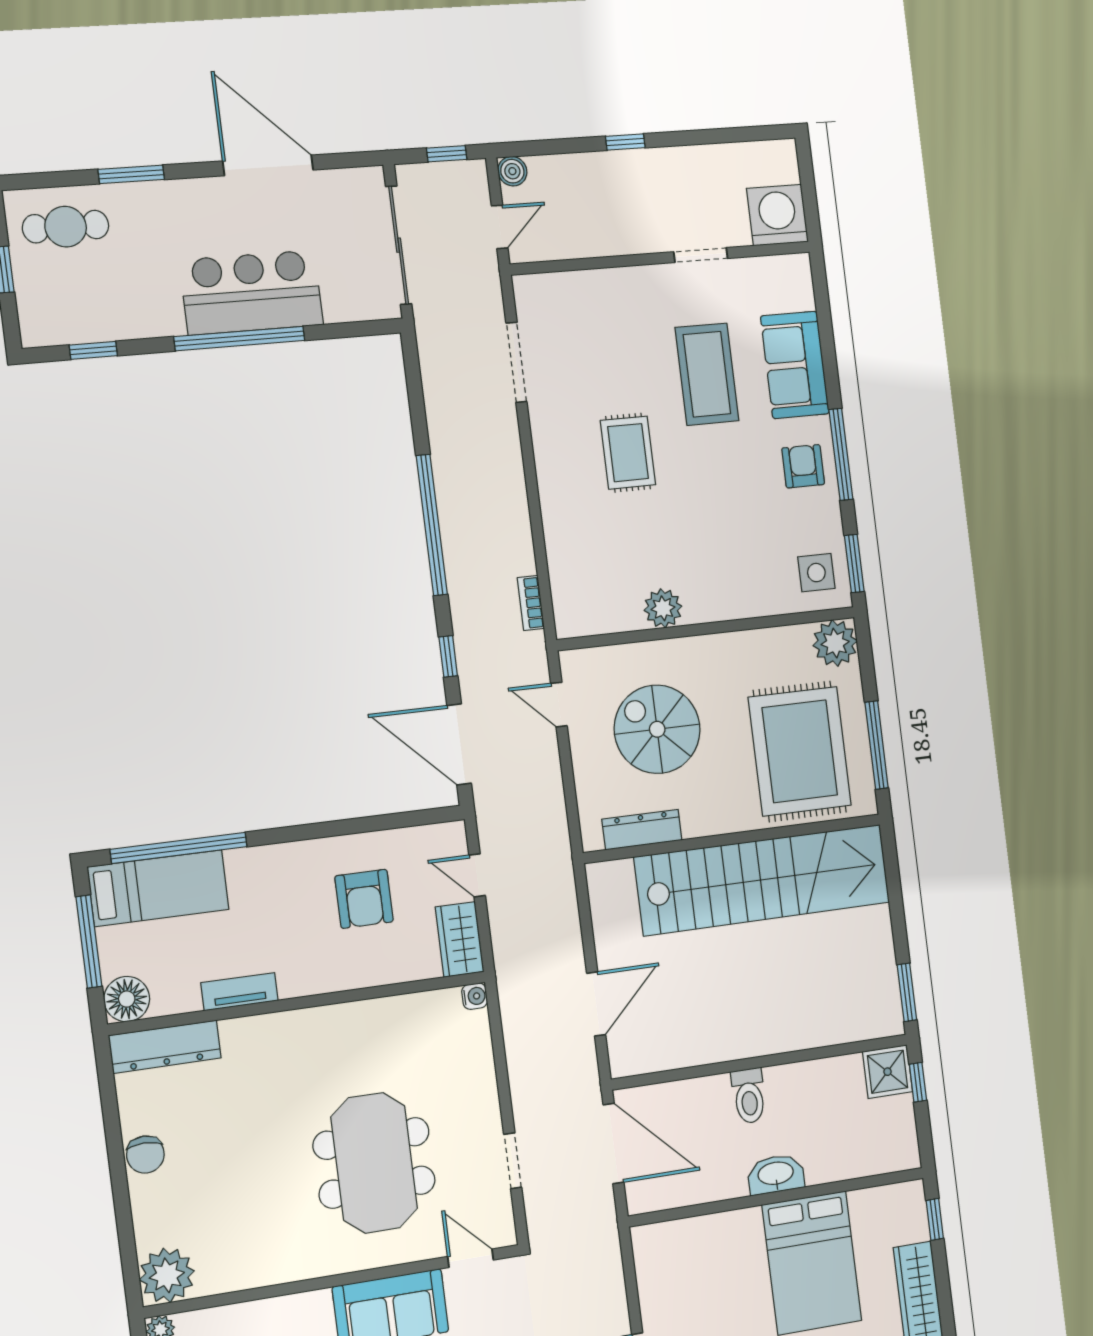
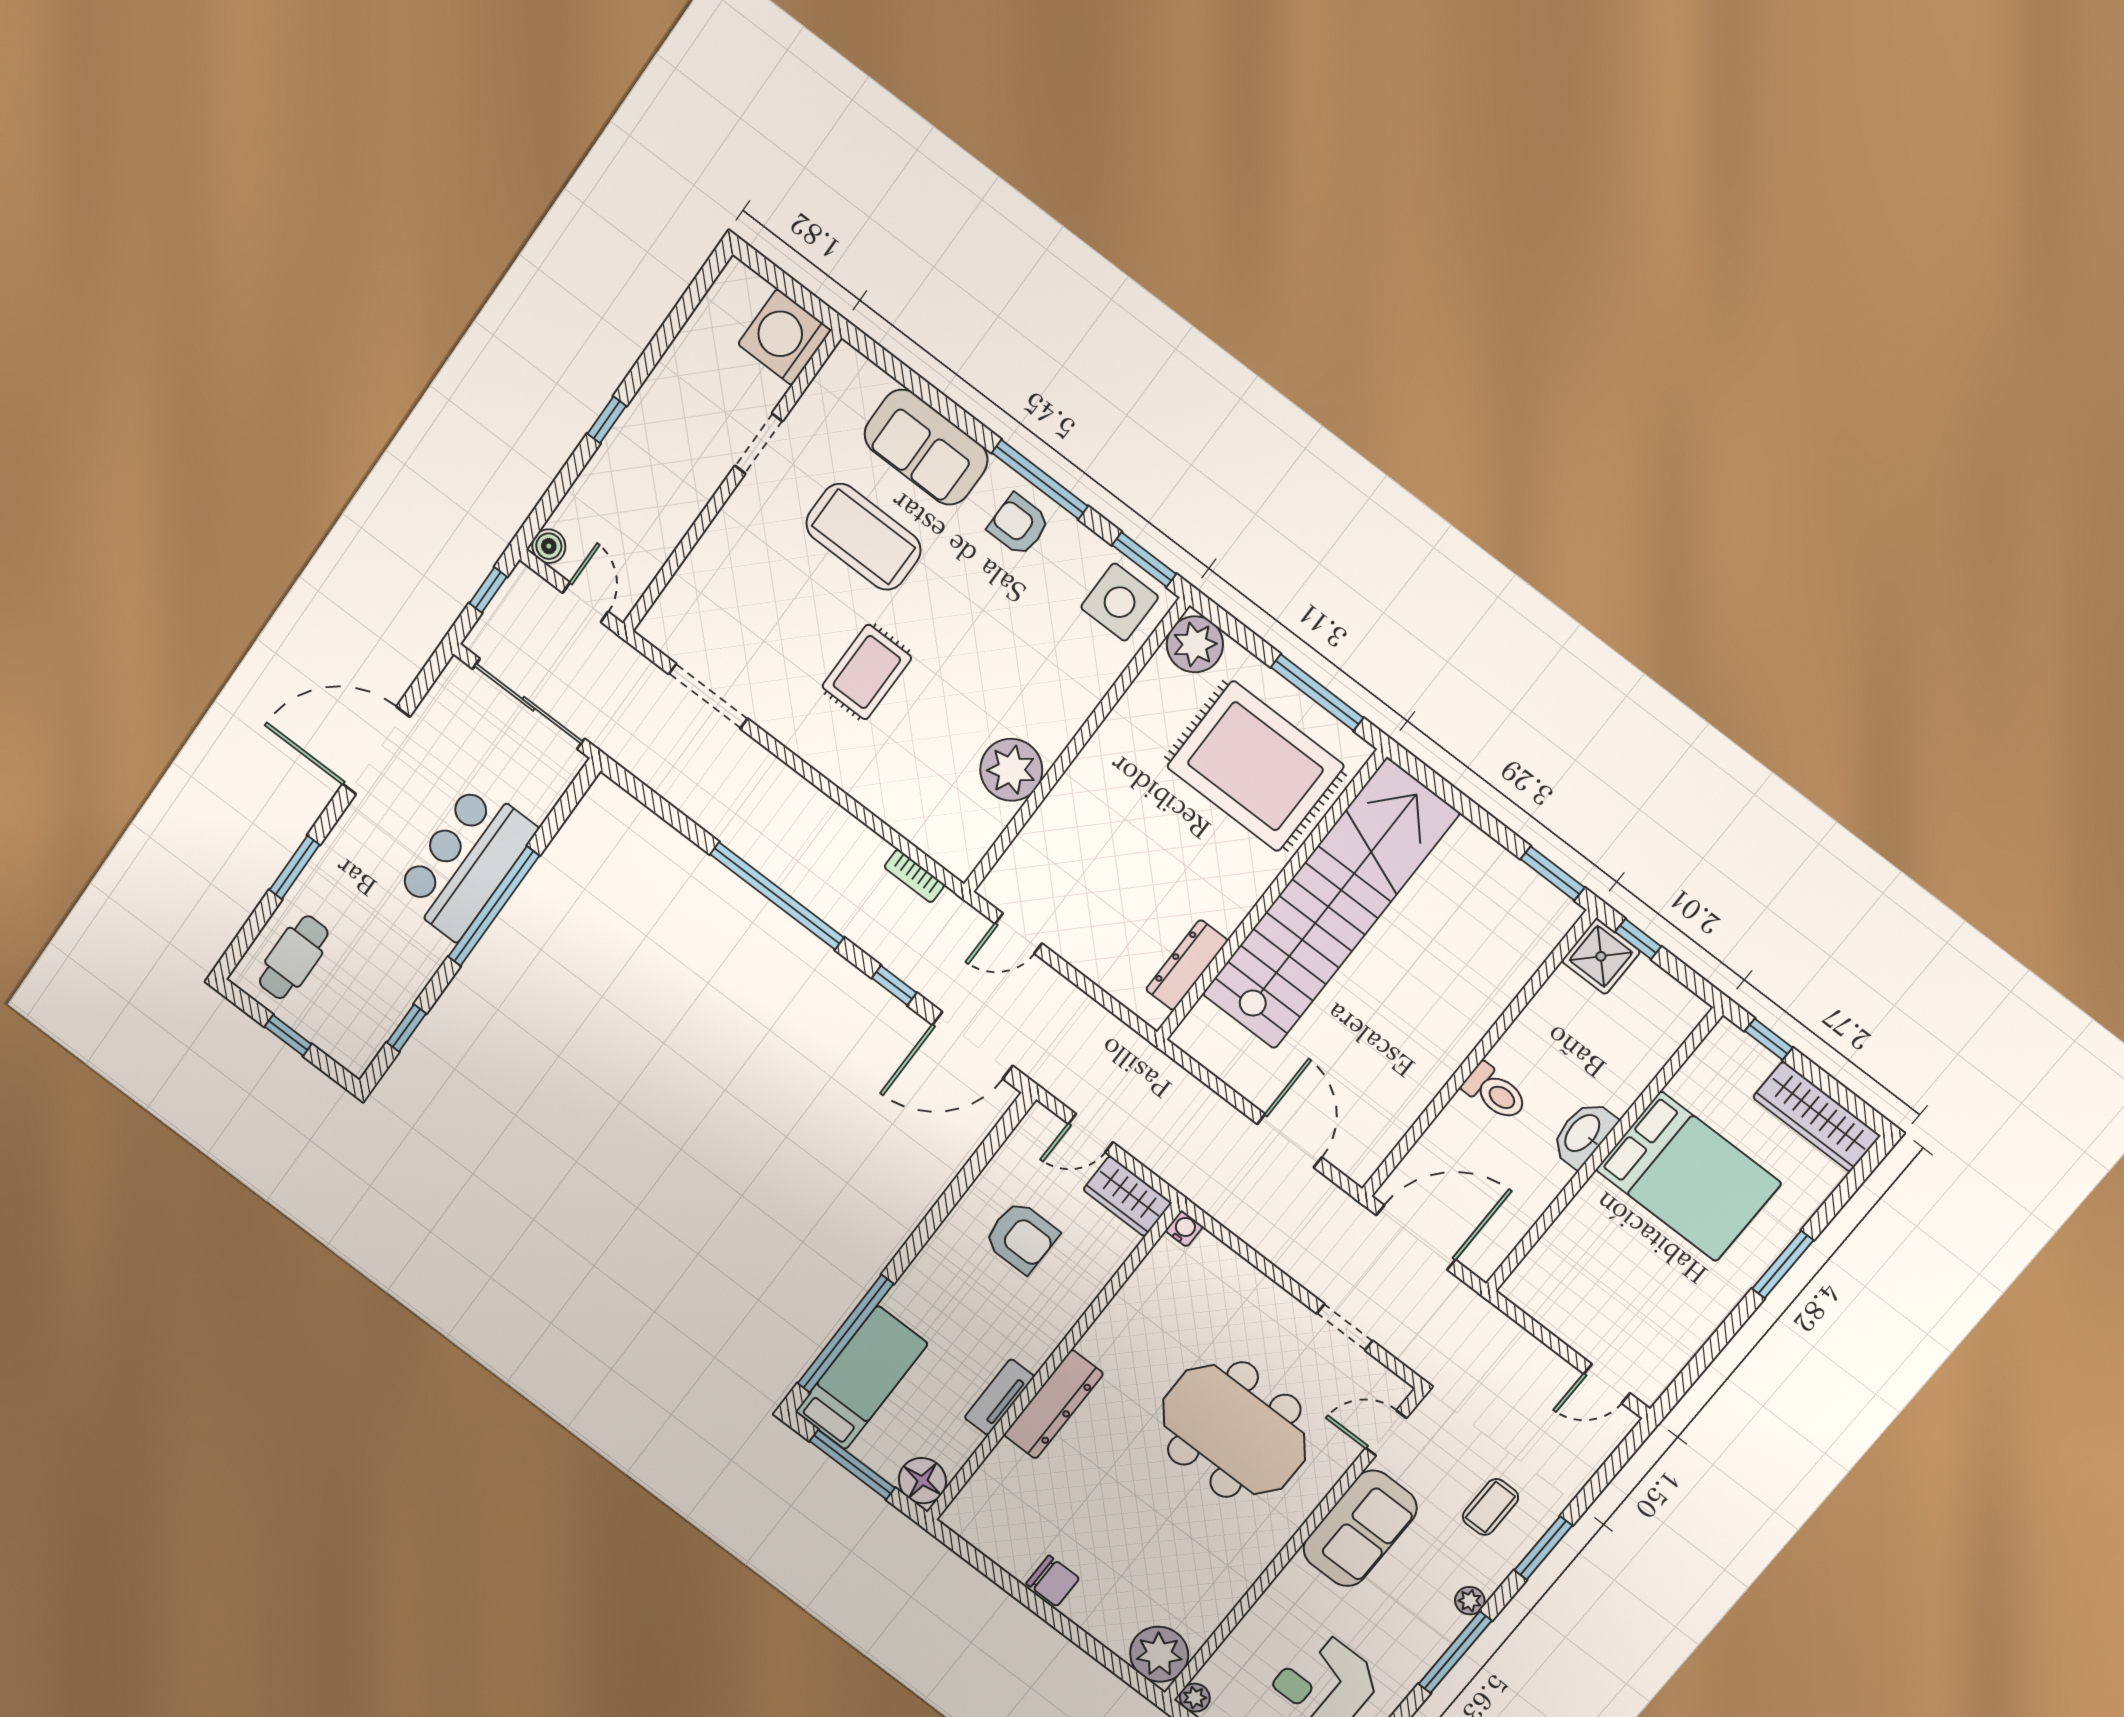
rug: (628, 453) -> (867, 672), turned 90
side table: (816, 573) -> (1120, 602), width x1.37, depth x1.37
plant: (663, 608) -> (1011, 770), width x1.36, depth x1.36
spiral stairs: (657, 729) -> (1117, 871), removed
dresser: (165, 1047) -> (1054, 1404), moved

